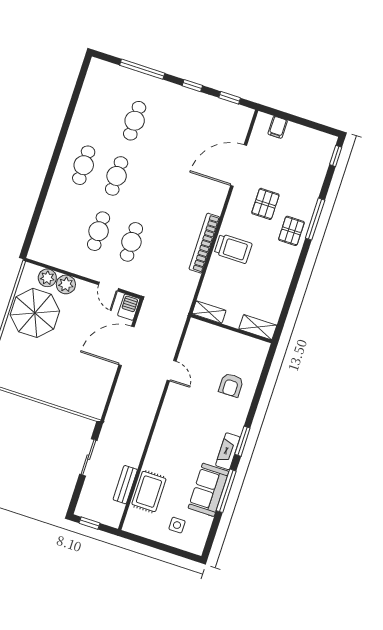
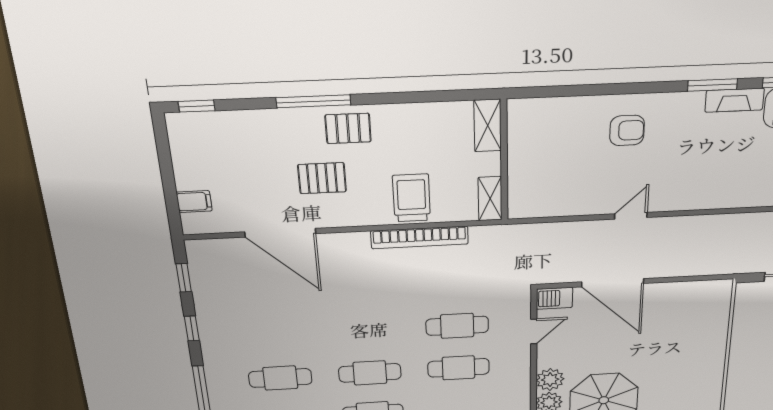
shelving: (209, 312) -> (490, 199), moved
shelving: (258, 327) -> (488, 126), moved
wall: (231, 329) -> (504, 161), moved

